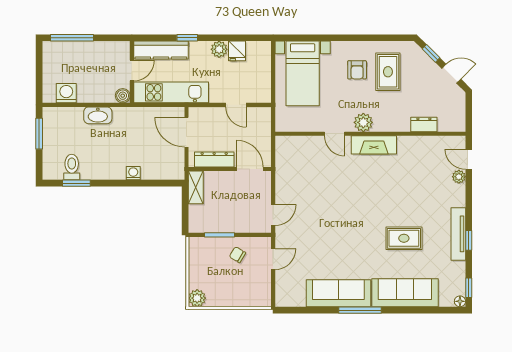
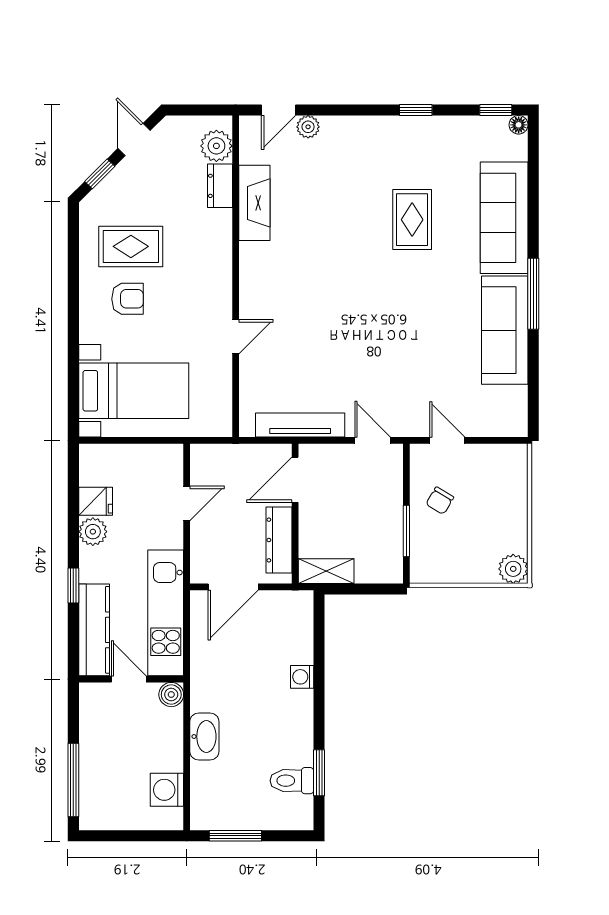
plant: (363, 122) -> (216, 146), moved
fireplace: (374, 145) -> (254, 203), moved
tv unit: (458, 234) -> (300, 425), moved, turned 180

